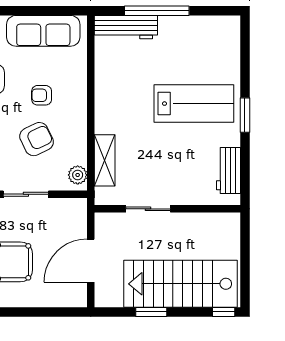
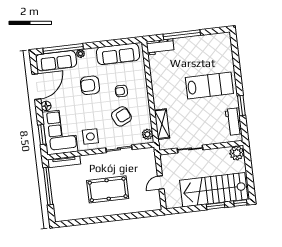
workbench: (126, 27) -> (160, 47), width x0.73
window: (245, 115) -> (241, 106), moved
plant: (228, 225) -> (237, 153), added
door: (91, 261) -> (161, 183), width x0.53
window: (151, 312) -> (216, 206), moved

